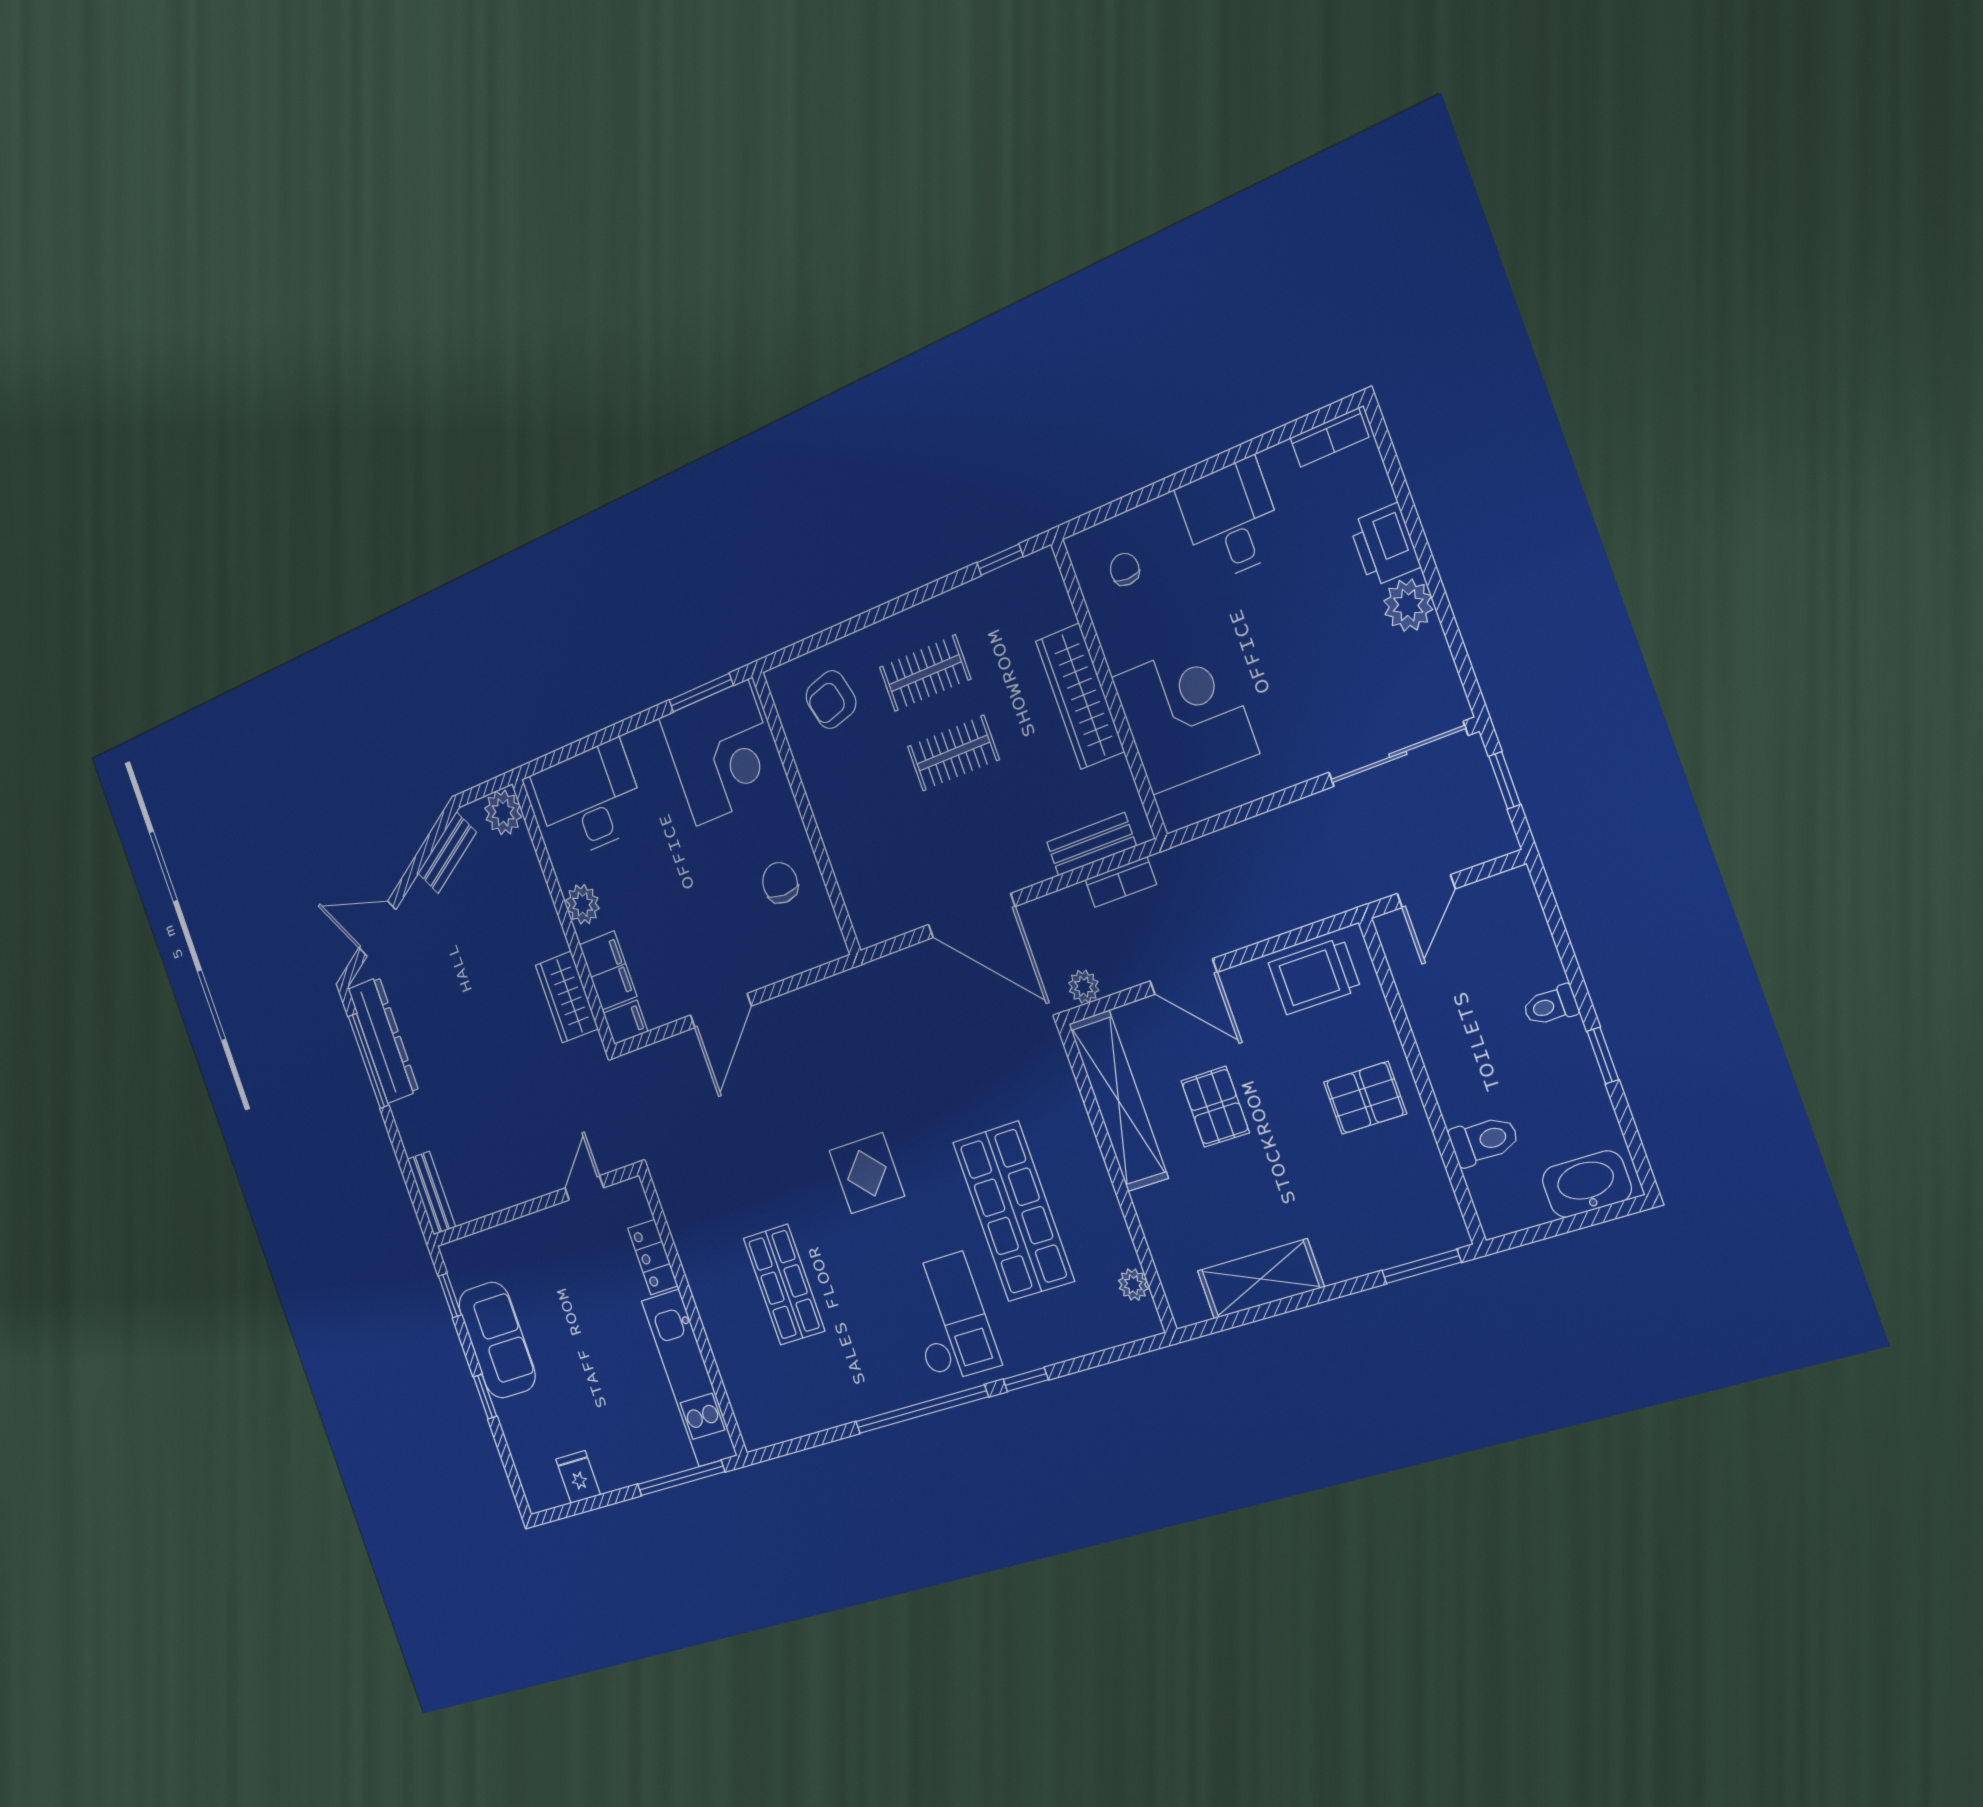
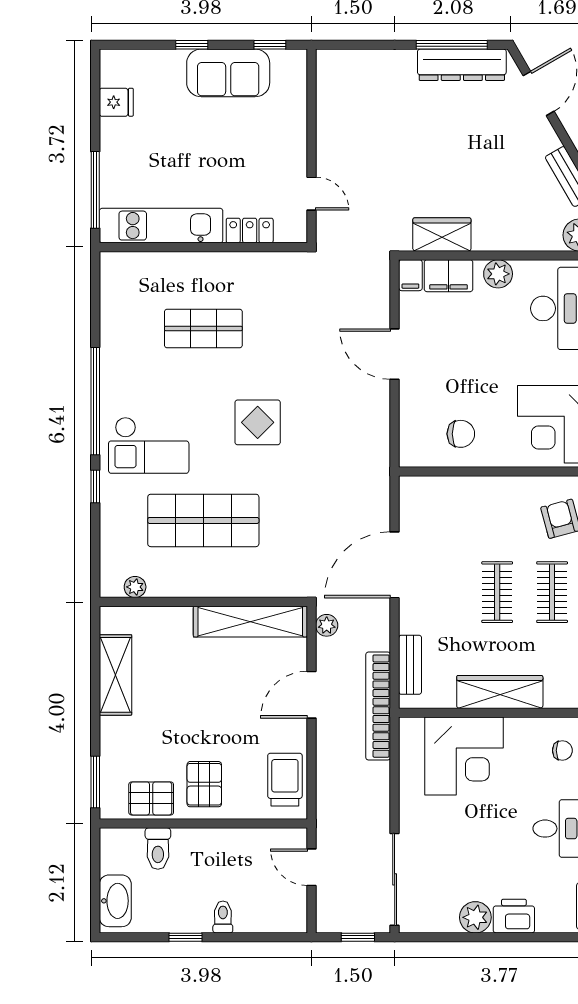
bookcase: (1121, 882) -> (378, 706), width x2.31, depth x1.31
pallet: (1215, 1107) -> (151, 798), moved
bench: (432, 1193) -> (345, 60), removed

